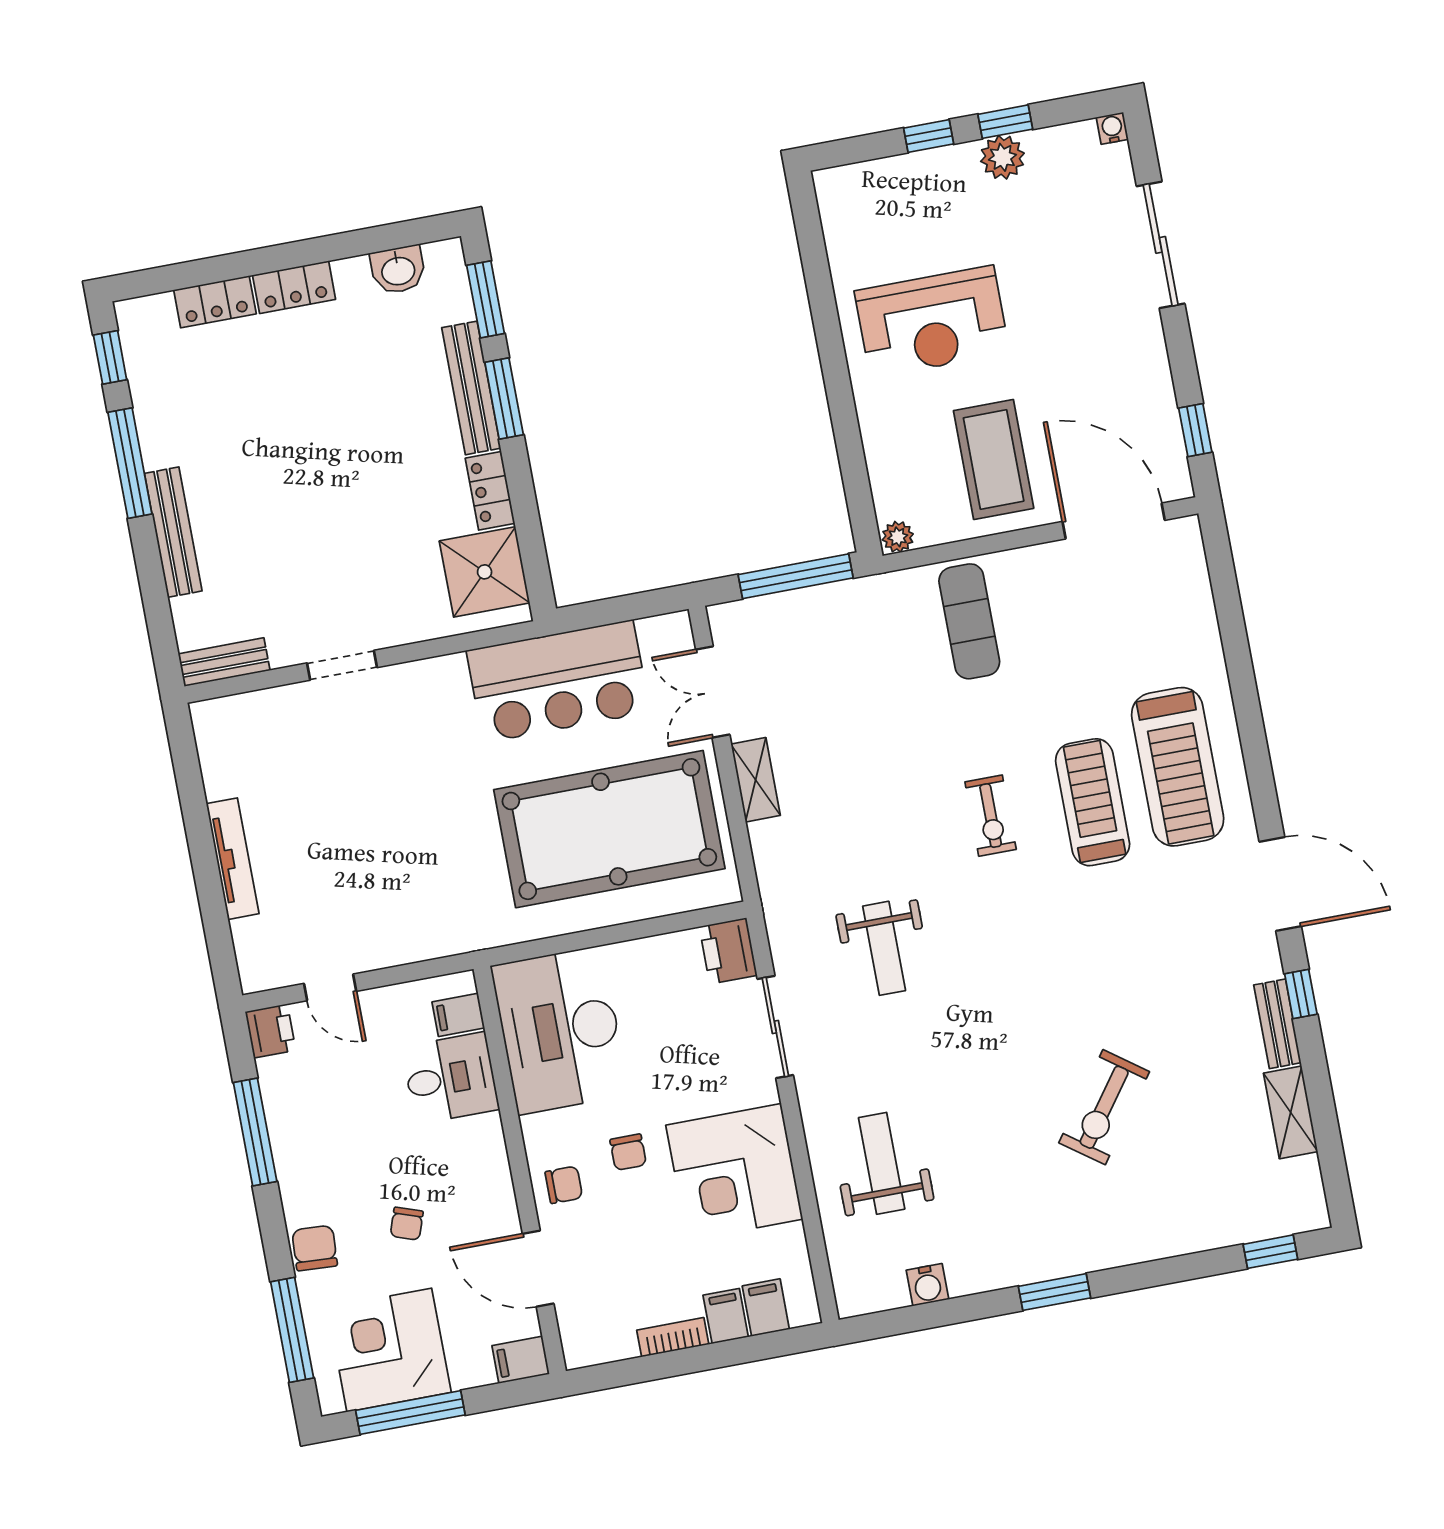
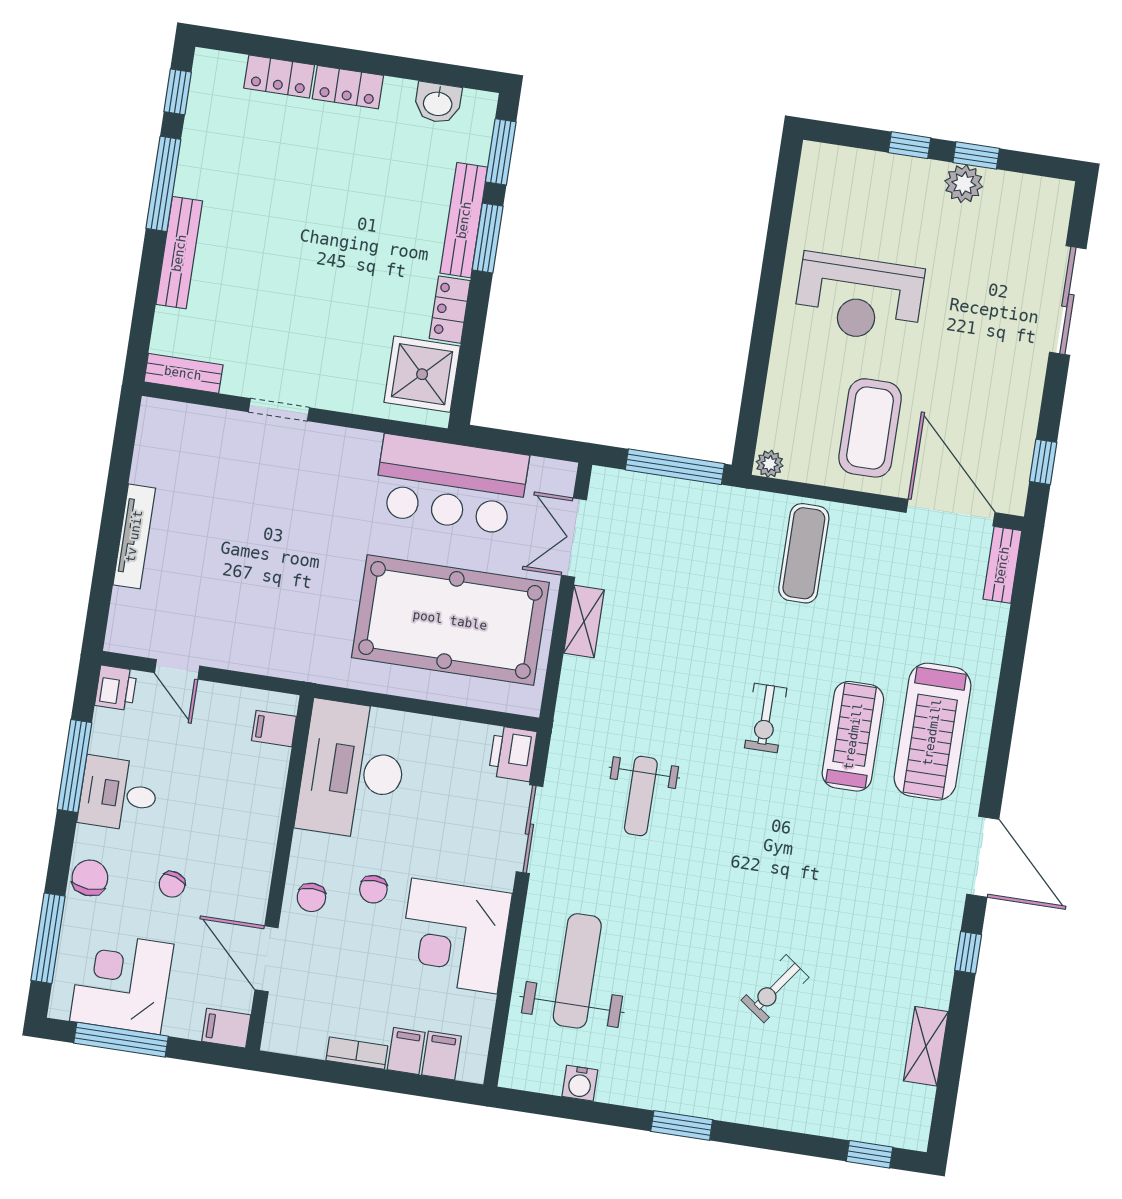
water cooler: (1112, 128) -> (1062, 191), removed
bench: (1277, 1024) -> (1002, 565), moved
desk: (451, 1078) -> (118, 794), moved, turned 180
exercise bike: (1104, 1107) -> (775, 989), width x0.73, depth x0.72
weight bench: (882, 1163) -> (577, 971), width x1.36, depth x1.33
chair: (564, 1185) -> (311, 897), turned 90

